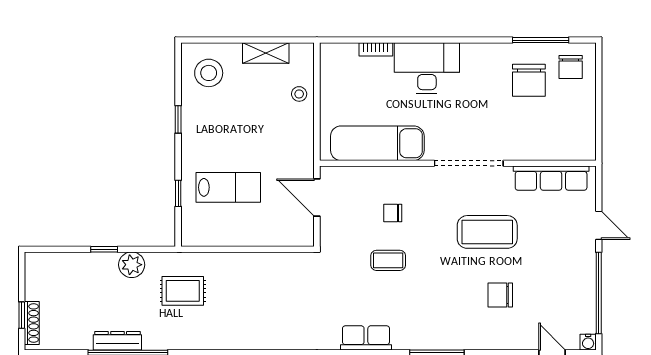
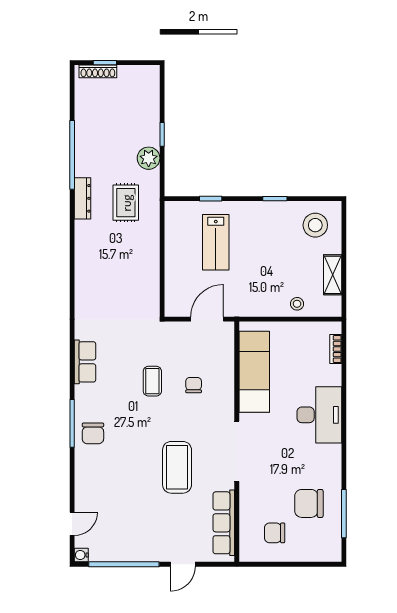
bookcase: (376, 49) -> (336, 349), moved
chair: (571, 67) -> (275, 533), moved
chair: (500, 295) -> (93, 433), moved, turned 180
dresser: (117, 341) -> (83, 198), moved

